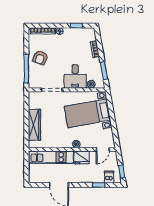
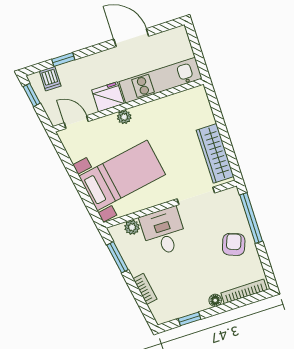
wardrobe: (34, 125) -> (215, 153), moved
door: (103, 149) -> (76, 122), hinge flipped

